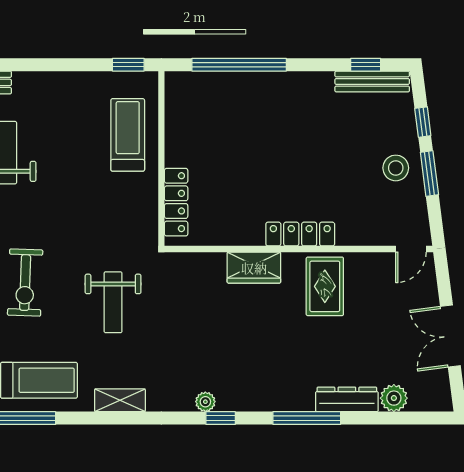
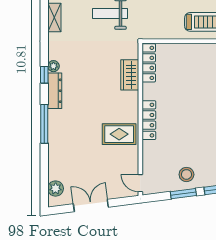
locker: (176, 202) -> (149, 63), moved, turned -90
wardrobe: (254, 268) -> (130, 75), moved
plant: (394, 398) -> (56, 189), moved
dresser: (347, 399) -> (55, 91), moved

